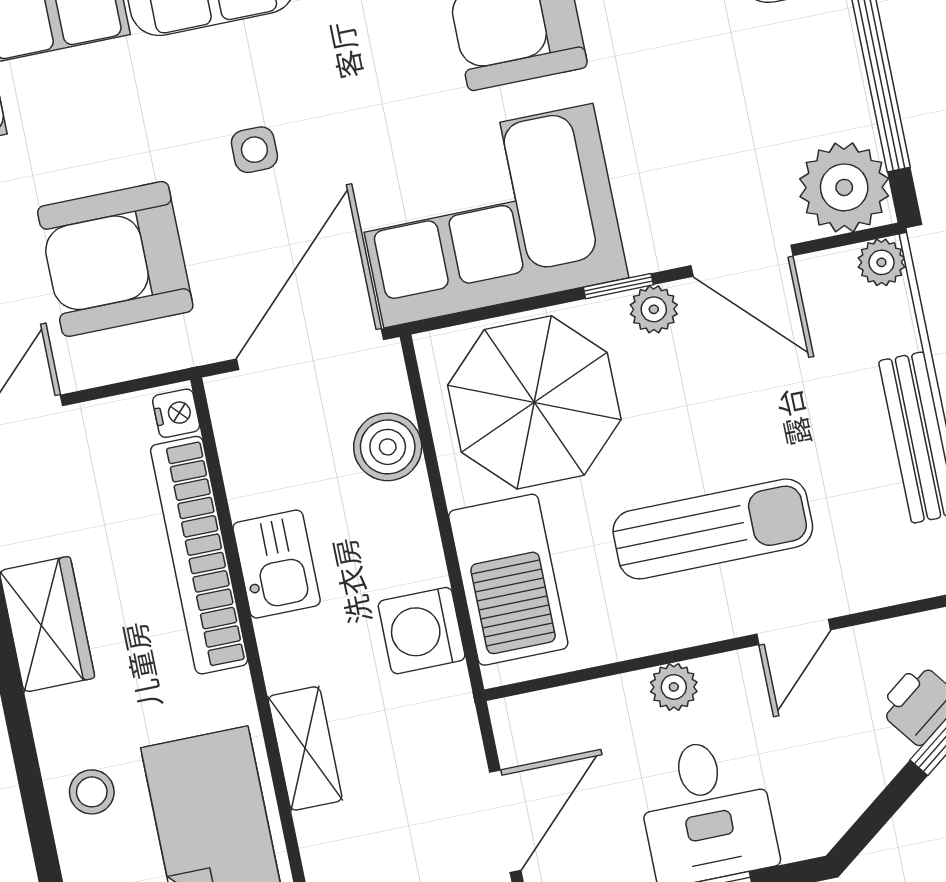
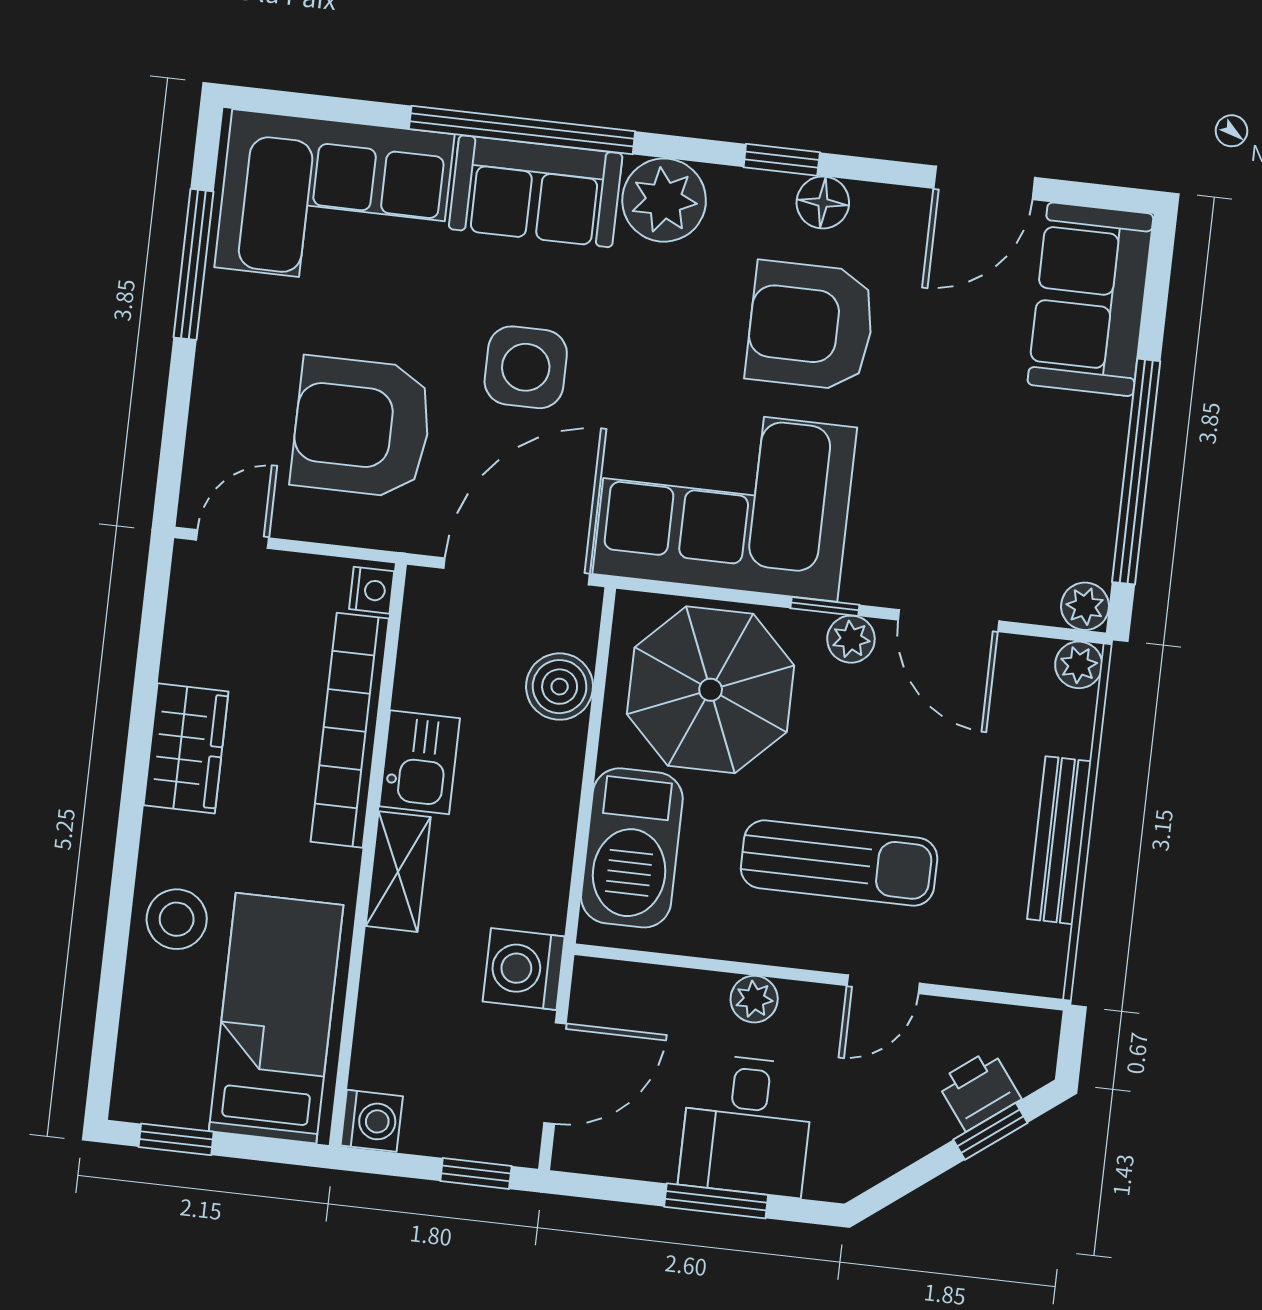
side table: (254, 150) -> (526, 367), width x1.87, depth x1.87
plant: (844, 187) -> (1085, 606), width x0.53, depth x0.53
washing machine: (422, 631) -> (524, 969), moved
shelving: (305, 748) -> (398, 872), moved
stool: (92, 792) -> (177, 919), width x1.37, depth x1.37

